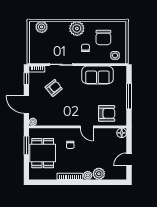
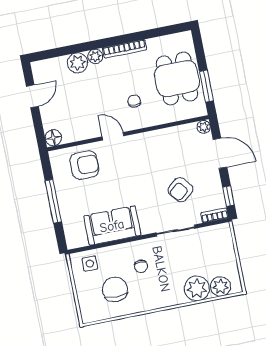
plant: (77, 28) -> (197, 289), moved
armchair: (107, 113) -> (85, 165), turned 180

